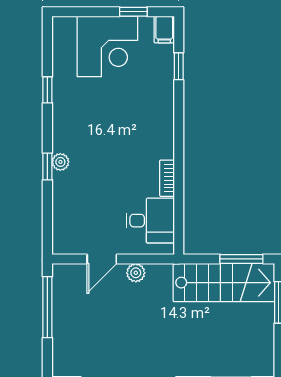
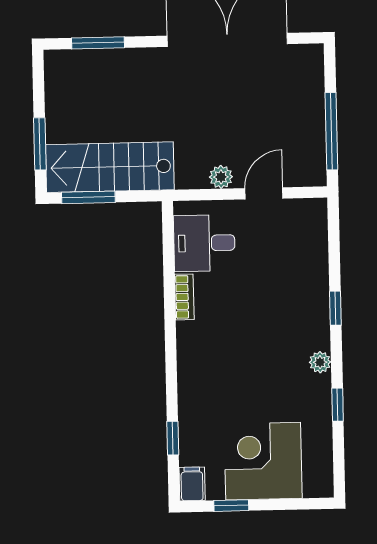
plant: (60, 162) -> (320, 362), moved

